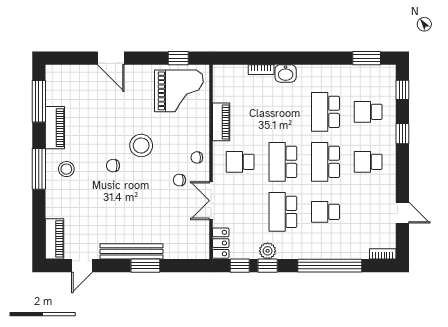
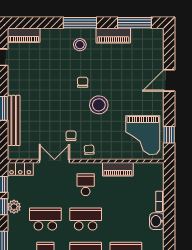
bench: (131, 251) -> (14, 120), moved

